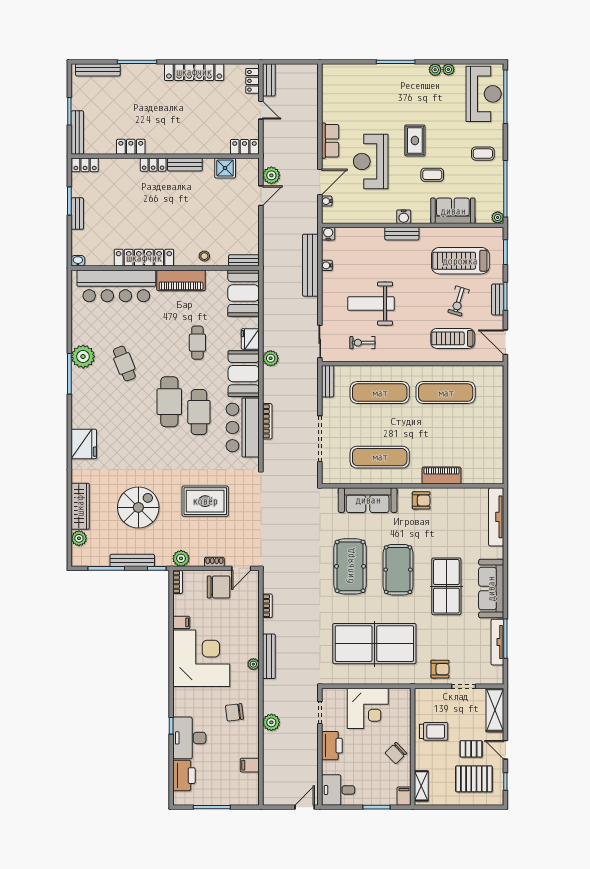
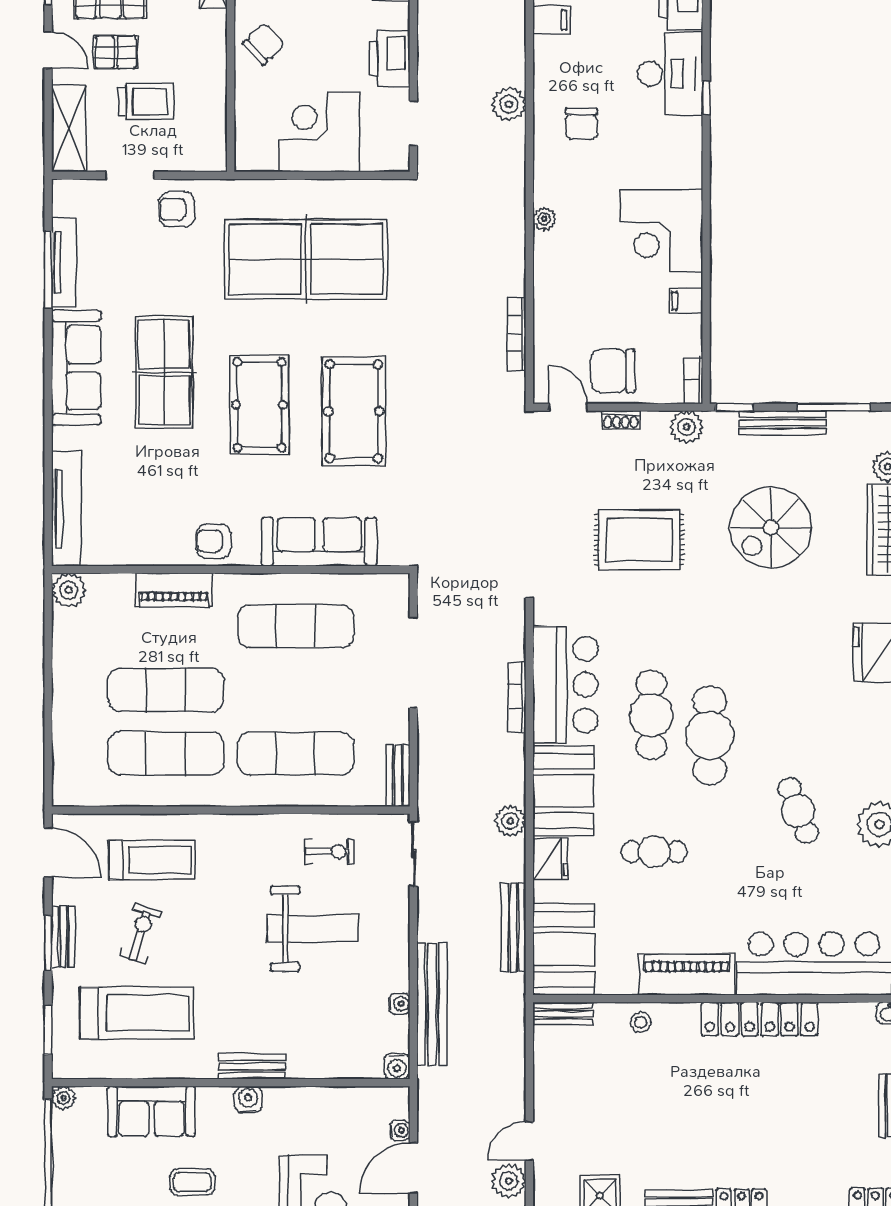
cafe table: (197, 343) -> (654, 852), turned 90
exercise mat: (446, 425) -> (166, 690), added
plant: (495, 476) -> (69, 590), added
door: (241, 568) -> (568, 407), hinge flipped
bookcase: (267, 606) -> (516, 334), width x1.56
bench: (269, 656) -> (513, 927), moved
corner desk: (201, 658) -> (662, 230), width x0.74, depth x0.74
chair: (234, 712) -> (582, 124), turned 97
trolley: (434, 731) -> (146, 102), moved, turned 180

